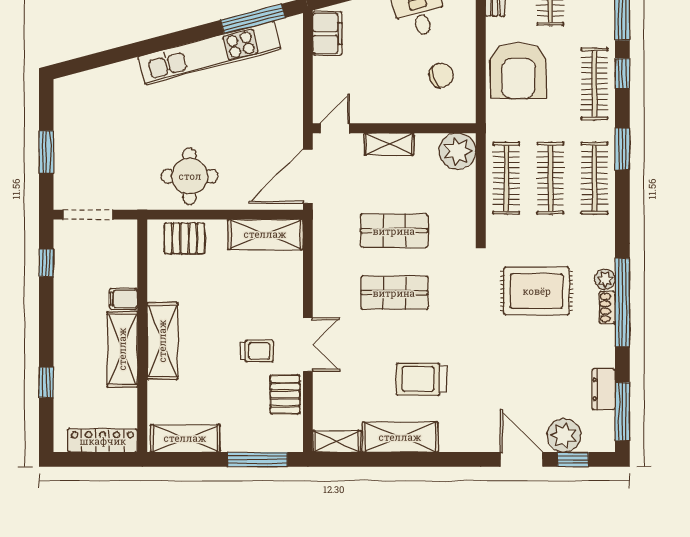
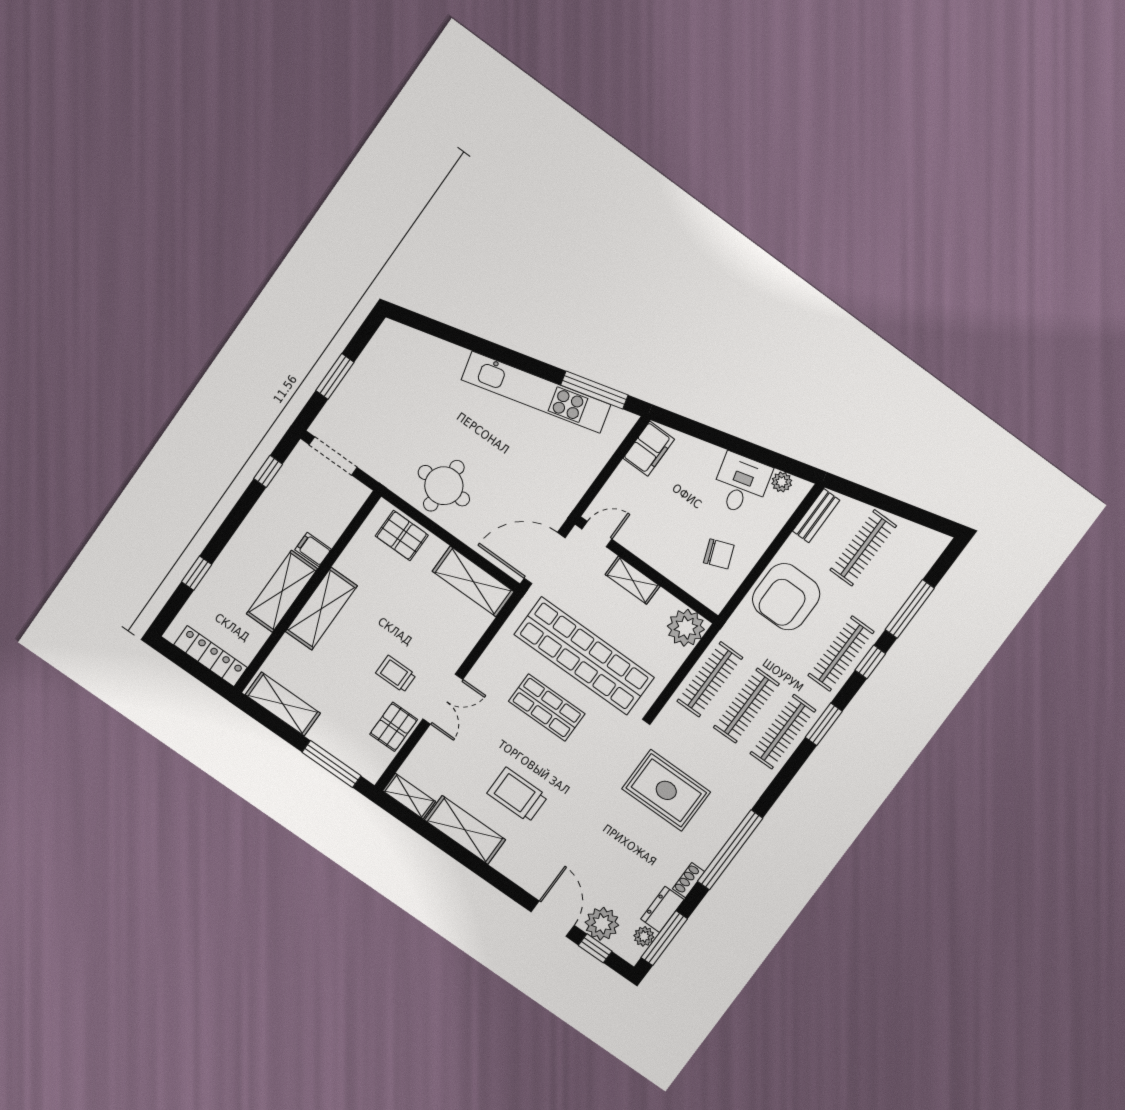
shop shelf: (394, 231) -> (584, 656), width x2.00, depth x1.36
plant: (605, 279) -> (644, 936), moved
shoe rack: (607, 308) -> (689, 880), moved
trolley: (257, 351) -> (396, 674), turned 180

